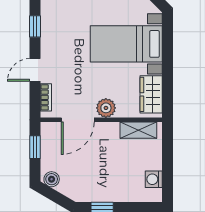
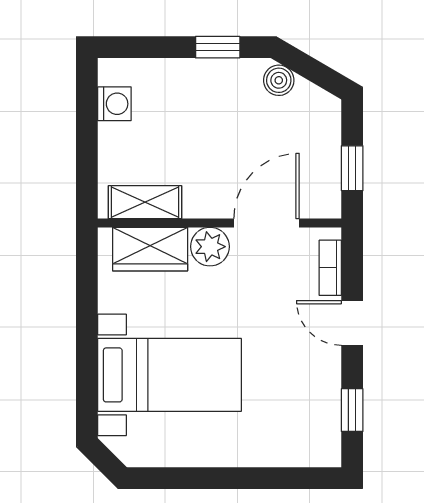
door: (35, 70) -> (352, 323), swing flipped
wardrobe: (151, 94) -> (150, 249), moved, turned 90
boiler: (52, 179) -> (279, 80), moved

